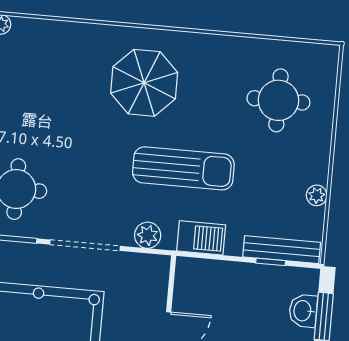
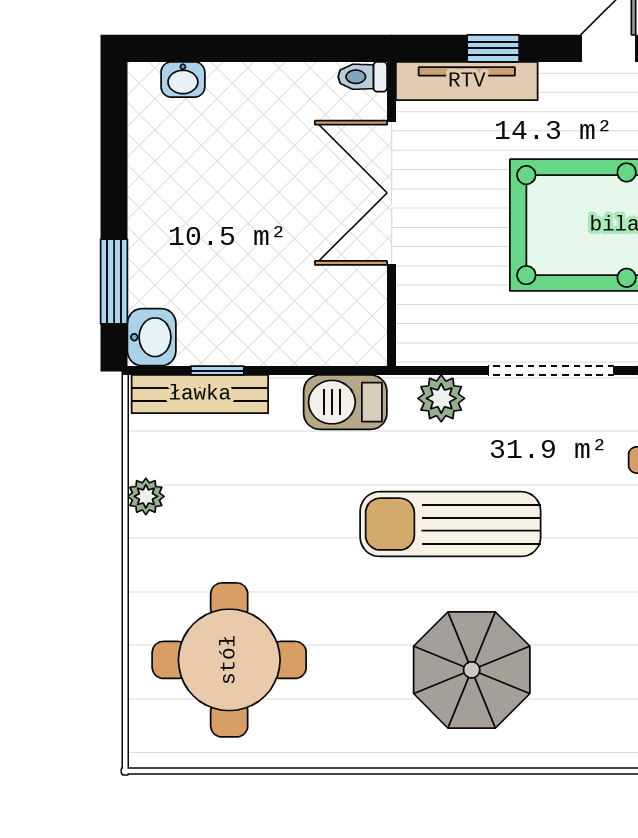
round table: (278, 100) -> (229, 660), width x1.36, depth x1.36
sun lounger: (183, 168) -> (450, 524), moved
washbasin: (303, 311) -> (152, 337), moved

